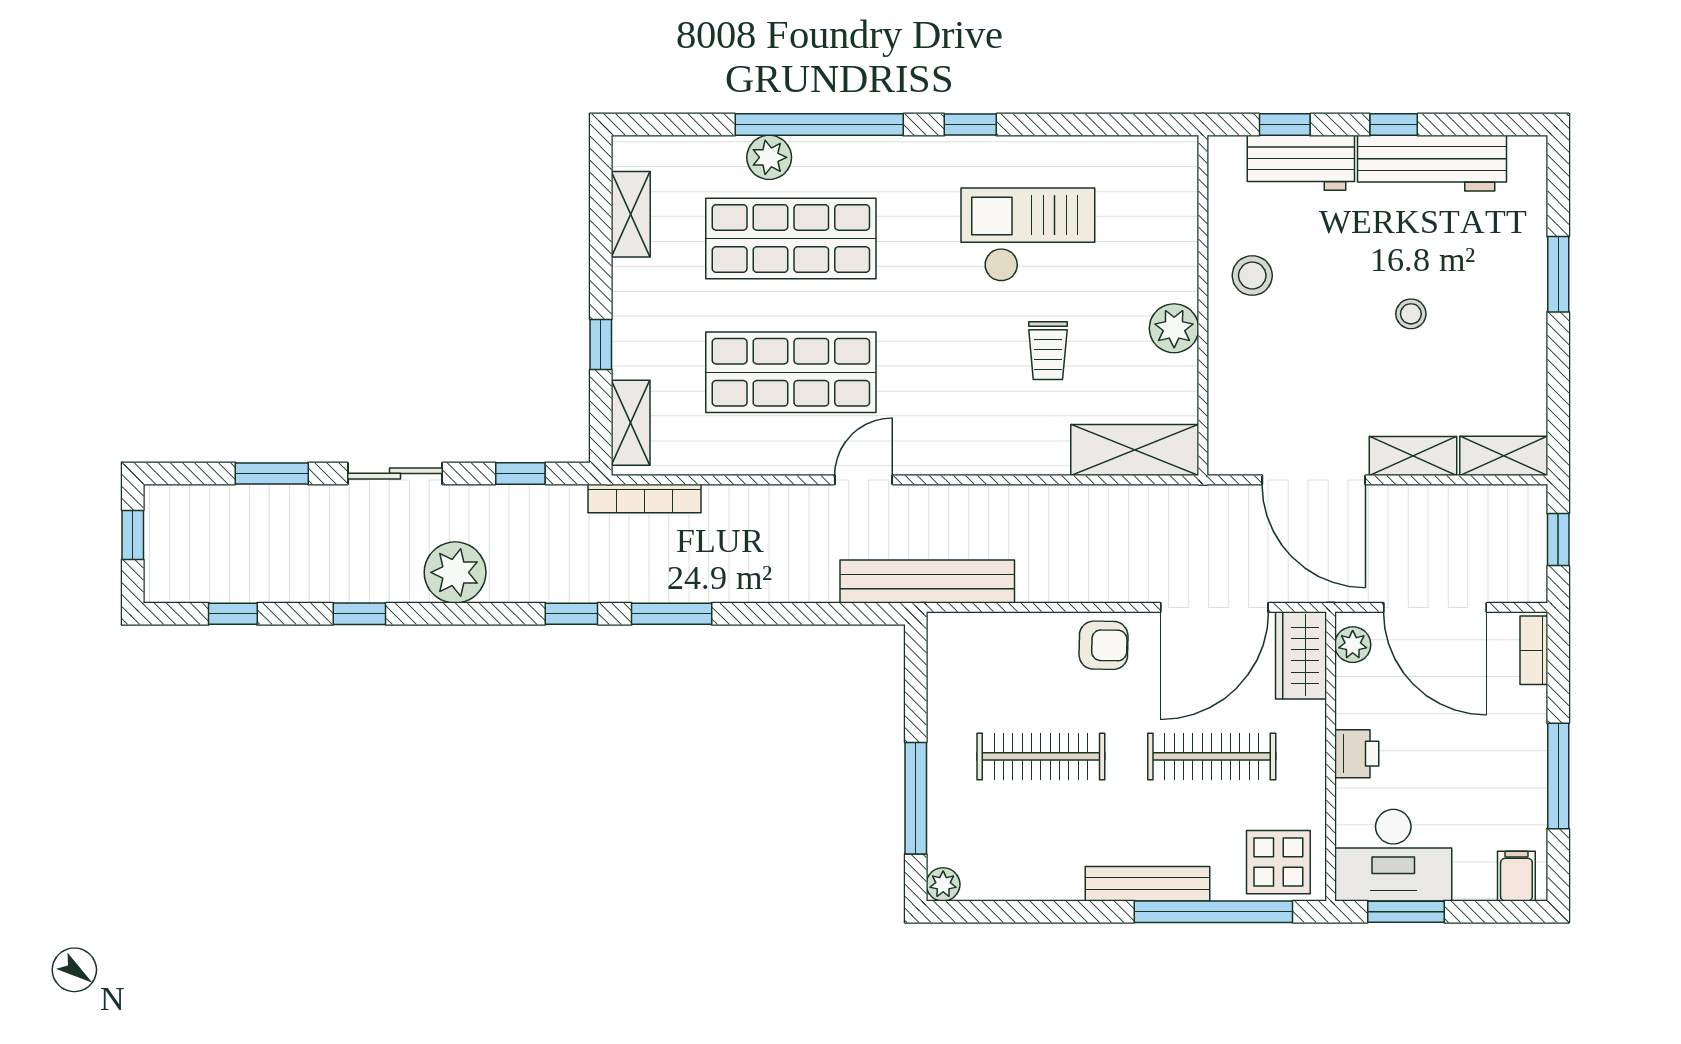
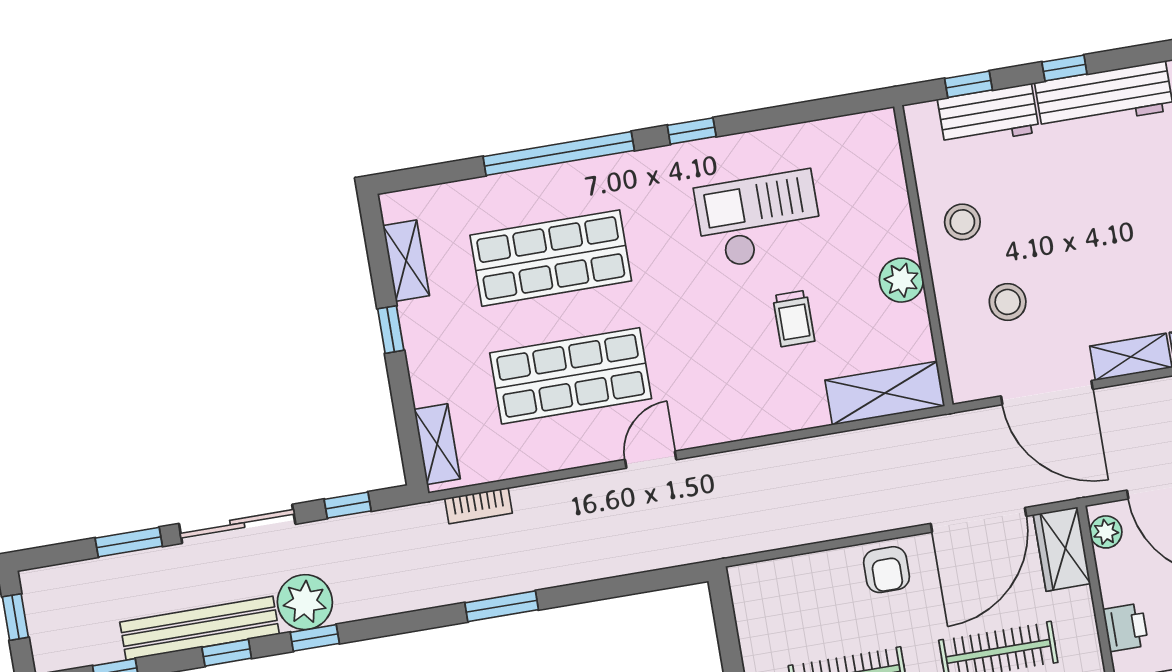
plant: (769, 157) -> (520, 190), removed
stool: (1411, 314) -> (1008, 302), moved, width x1.37, depth x1.37
window: (601, 344) -> (391, 330), moved
sliding door: (395, 473) -> (237, 524), width x1.37
bookcase: (645, 499) -> (478, 506), width x0.64
bench: (927, 582) -> (200, 628), moved
window: (571, 614) -> (315, 638), moved
armchair: (1103, 645) -> (887, 570), turned 89

